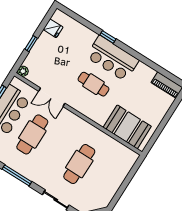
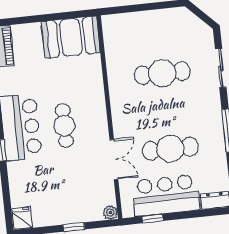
fridge: (53, 28) -> (22, 218), moved
booth: (127, 127) -> (71, 37), moved, turned 90

